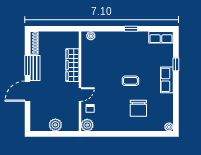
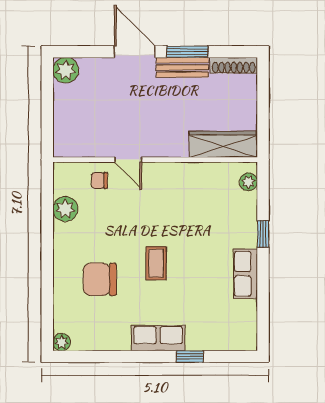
window: (131, 29) -> (263, 234), moved
row of seats: (161, 37) -> (245, 274), moved
wardrobe: (73, 65) -> (223, 144), moved
plant: (55, 125) -> (66, 70), moved
plant: (87, 125) -> (65, 209), moved

